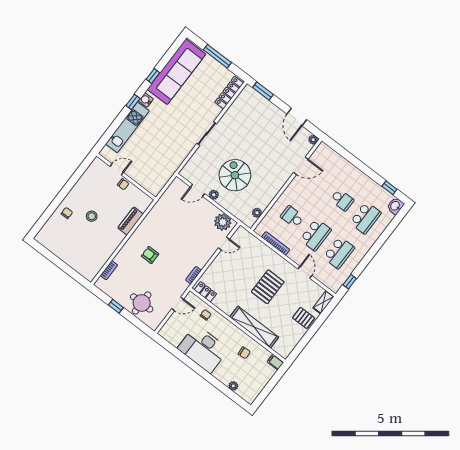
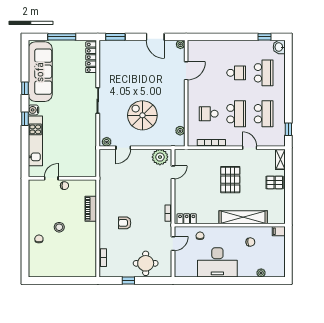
plant: (214, 195) -> (107, 142), moved

